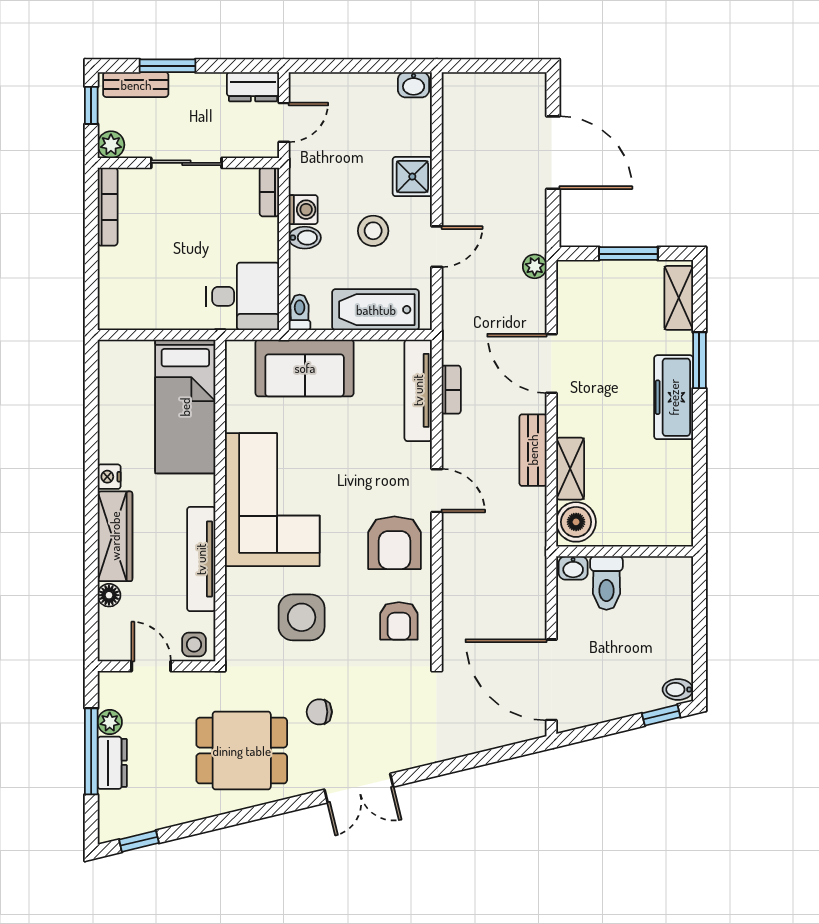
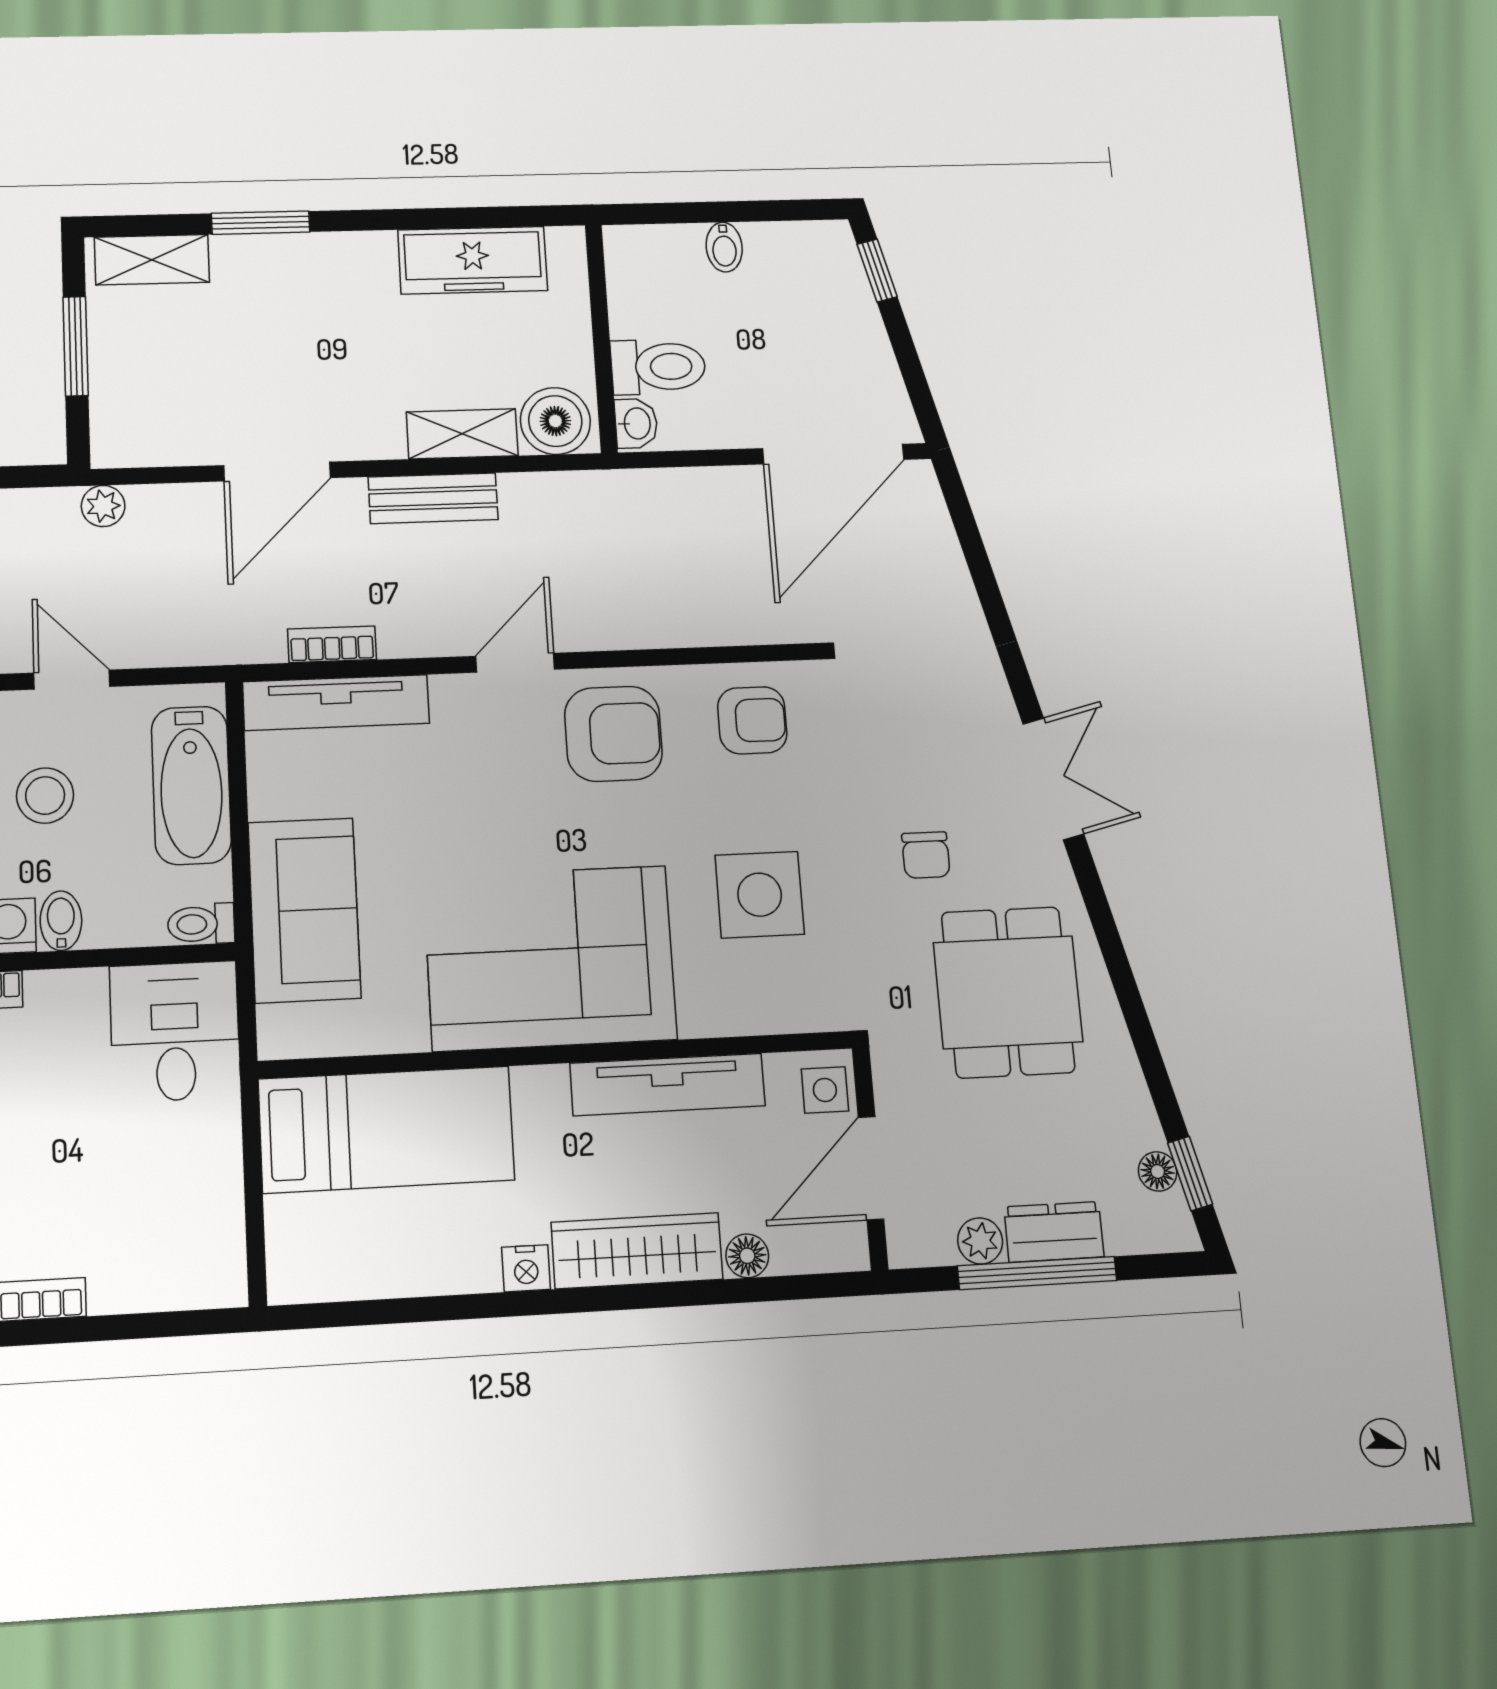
freezer: (674, 397) -> (473, 260), moved
door: (151, 666) -> (871, 1168), width x1.38
bidet: (678, 689) -> (724, 247), moved
floor lamp: (141, 823) -> (1158, 1171), added

